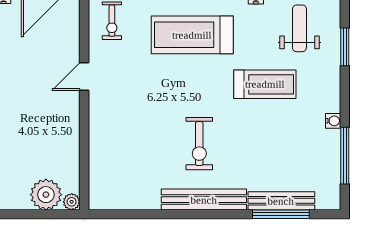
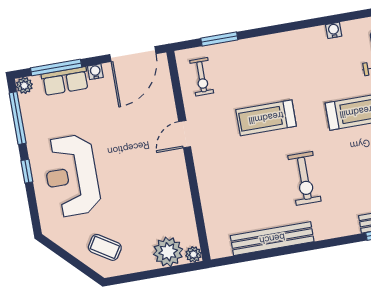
treadmill: (192, 35) -> (266, 118), moved, width x0.73, depth x0.73
bench: (204, 200) -> (272, 239), moved

